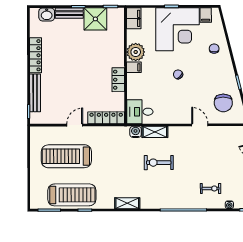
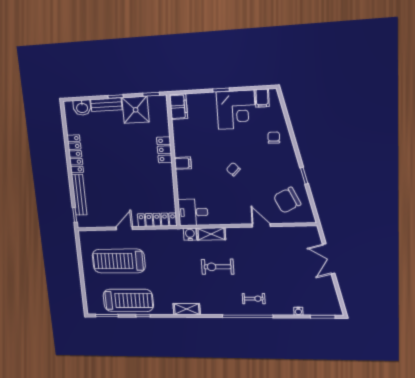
corner desk: (178, 29) -> (236, 110), width x0.74, depth x0.74
plant: (136, 52) -> (184, 146), removed
locker: (118, 80) -> (164, 150), moved
chair: (223, 103) -> (287, 200), turned 64
exercise bike: (211, 188) -> (254, 299), moved

